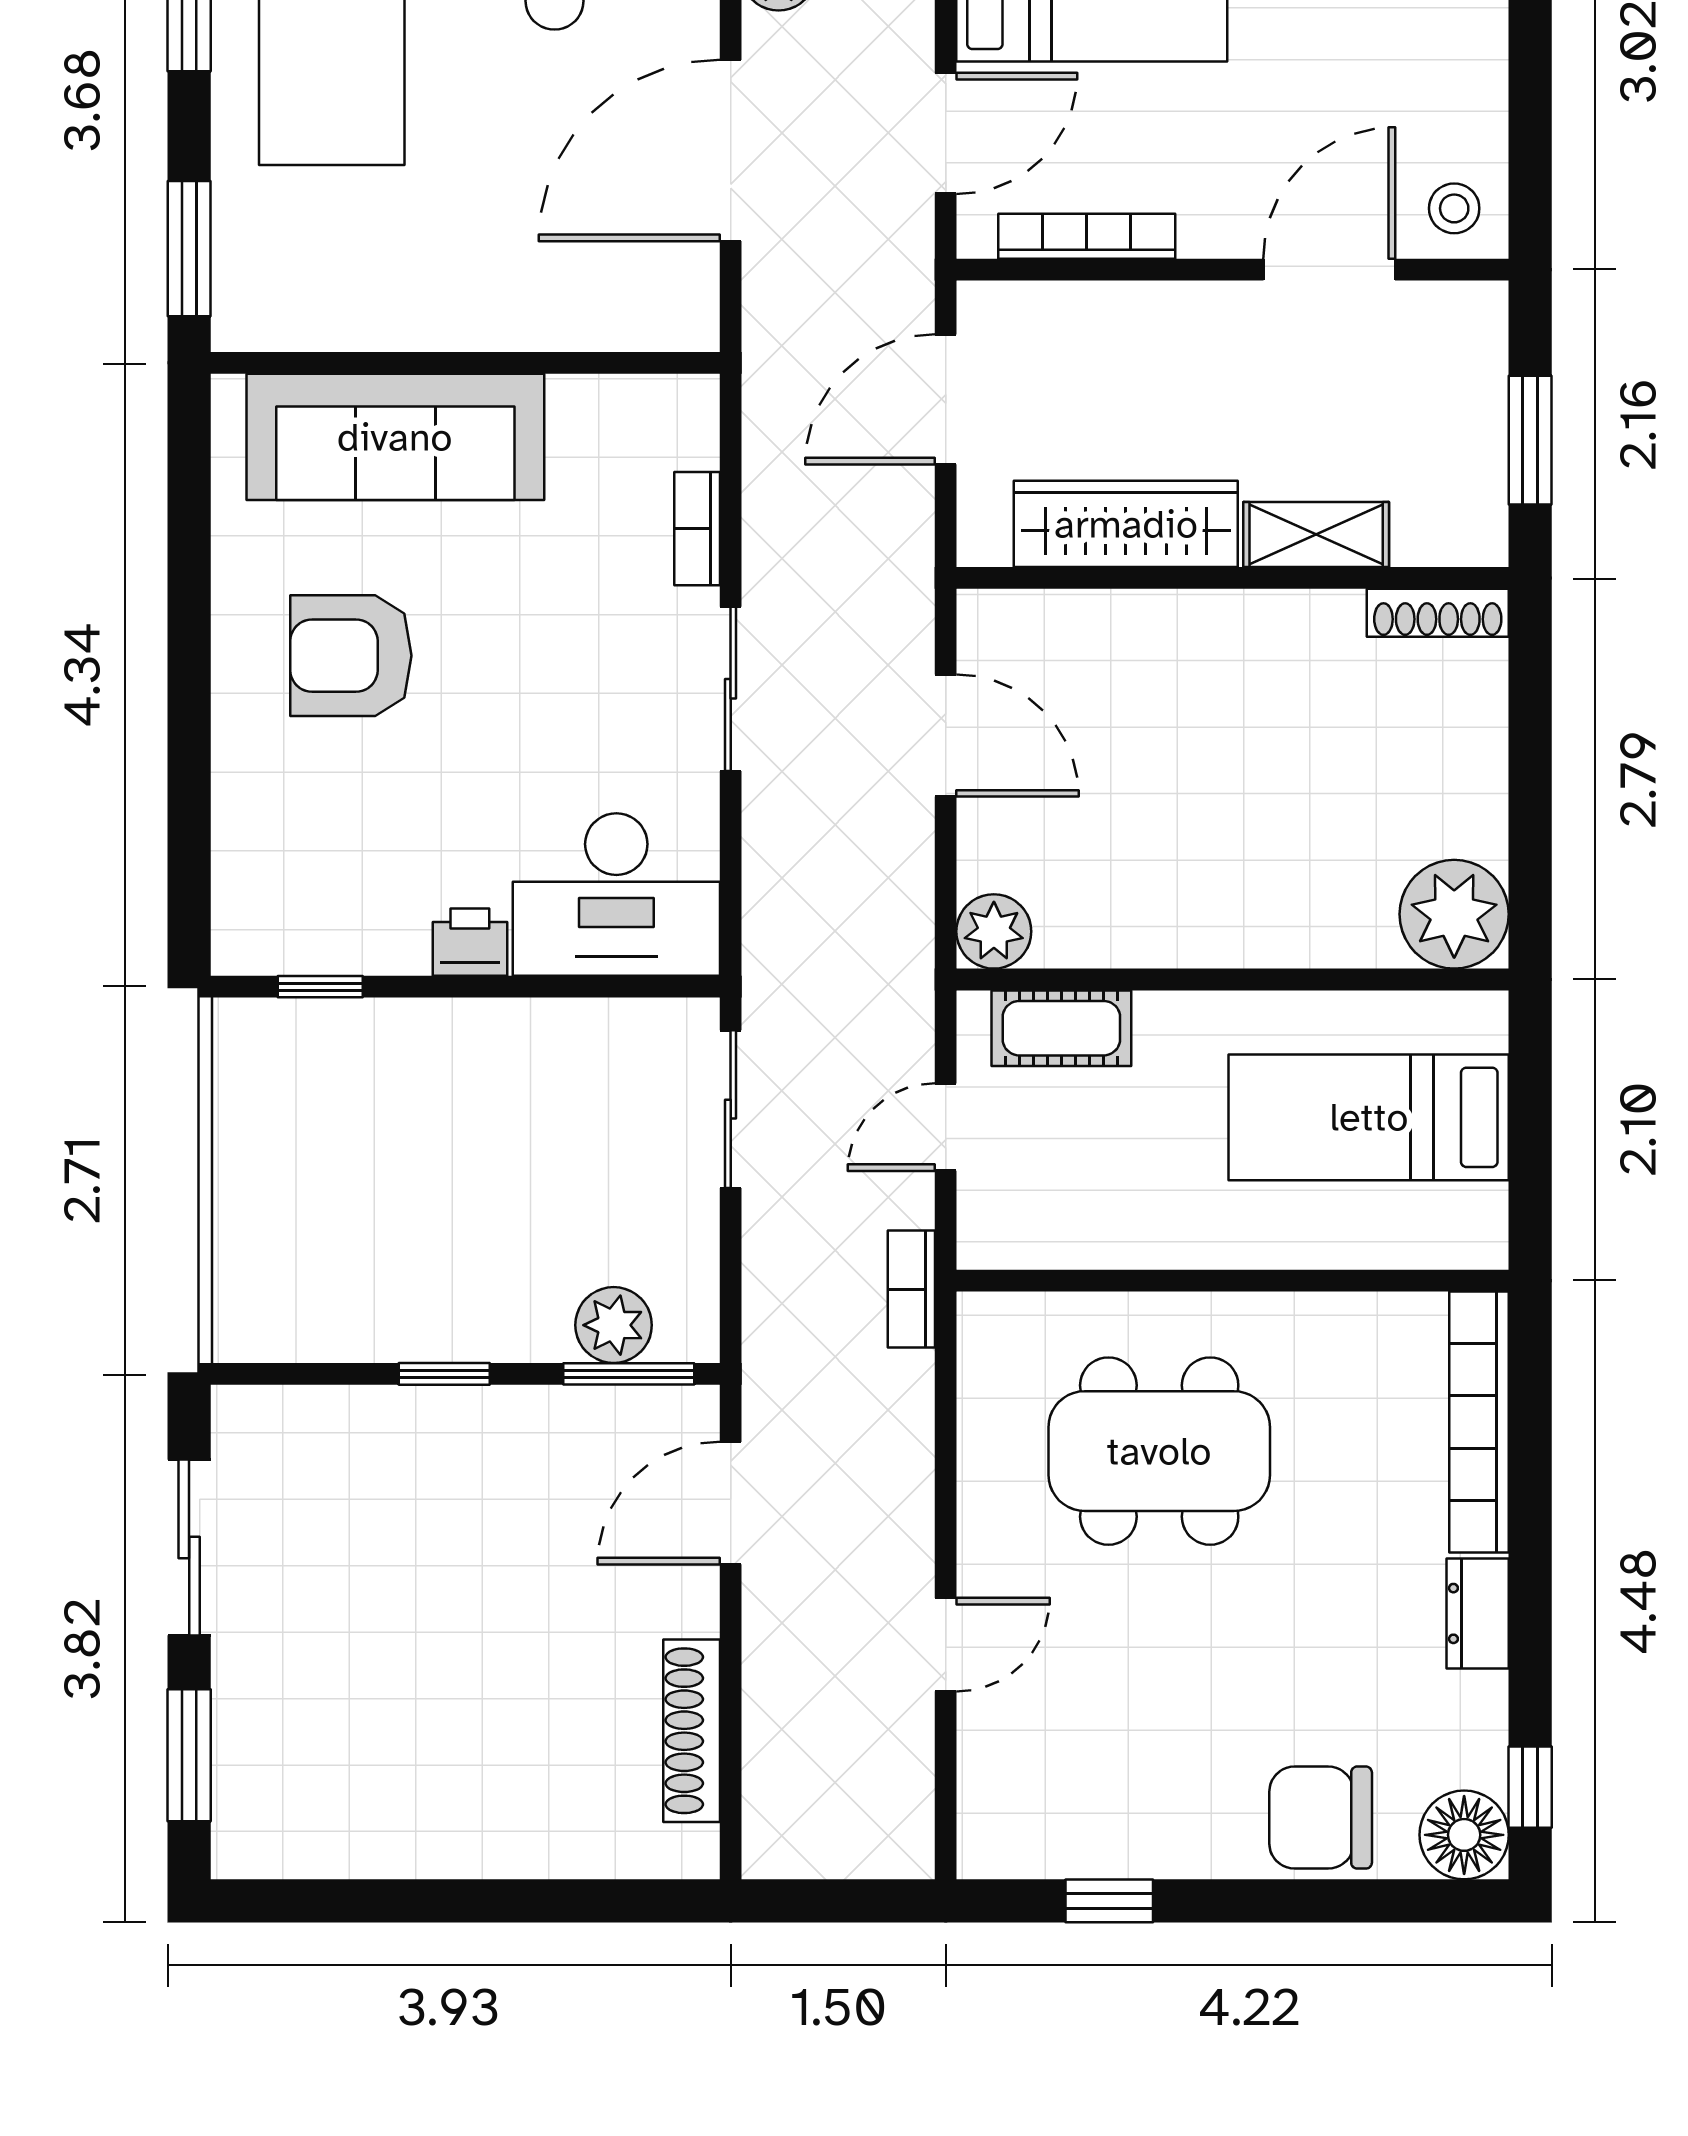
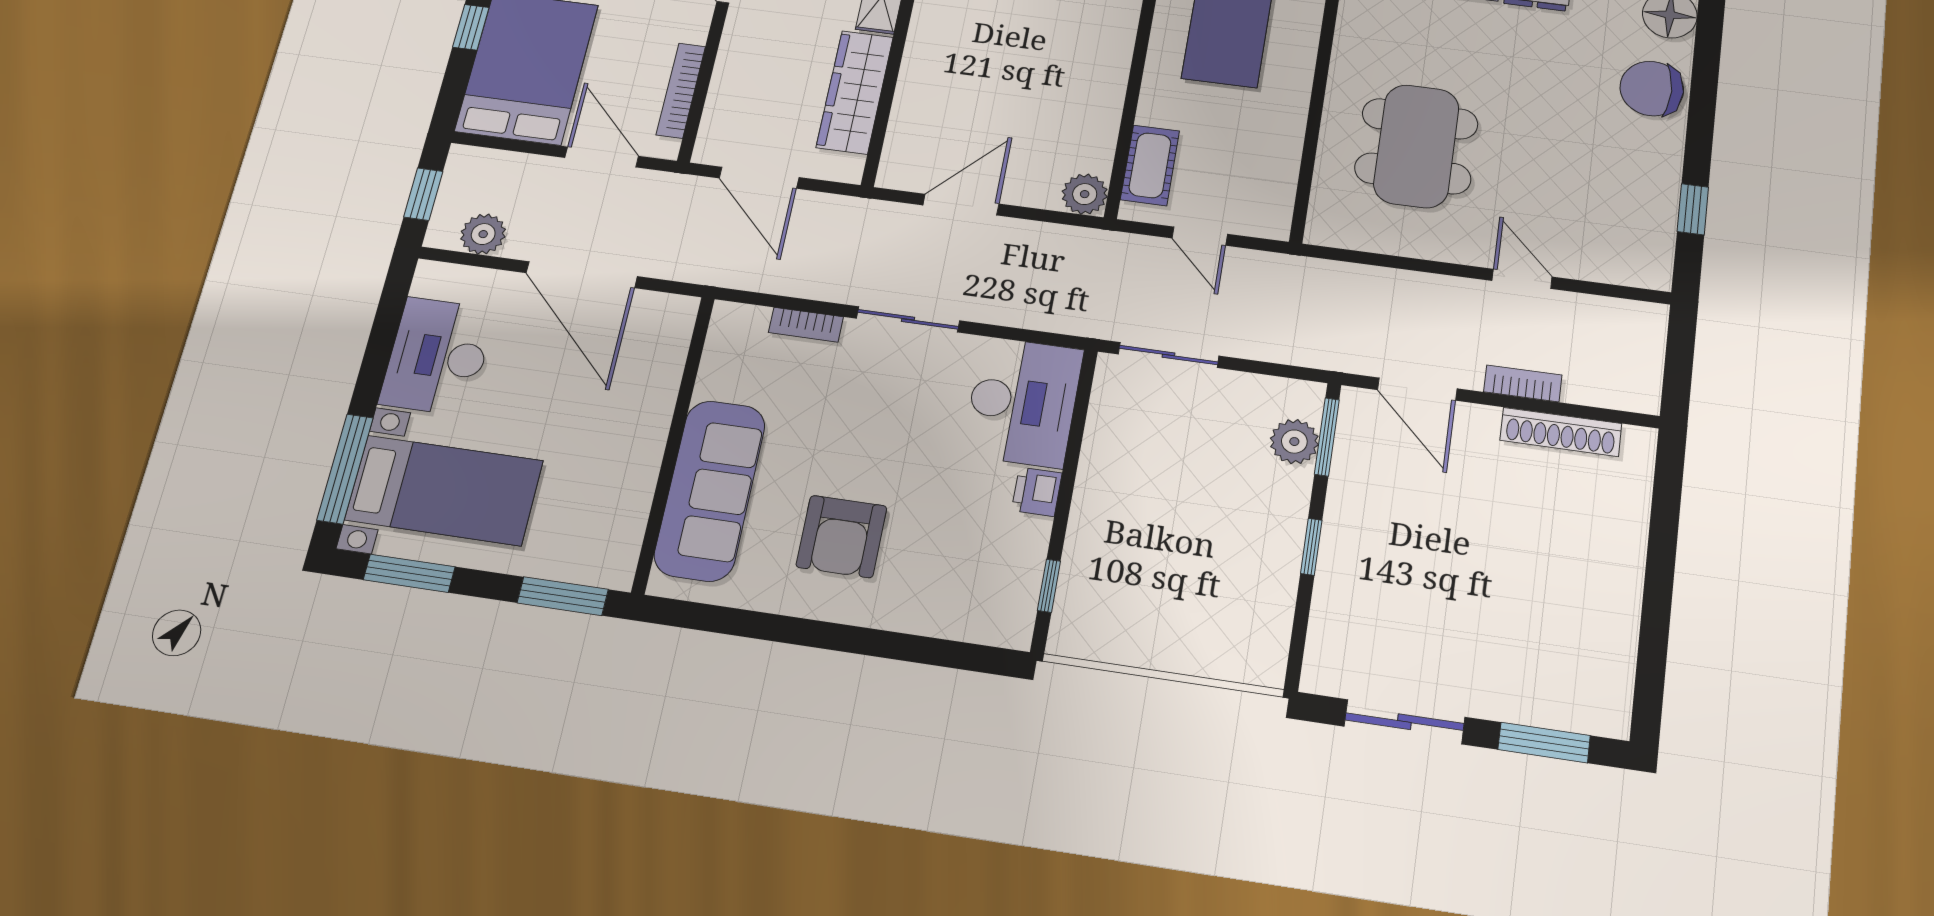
bookcase: (911, 1289) -> (1523, 383), moved, turned 180
chair: (1321, 1818) -> (1652, 89), turned 90

